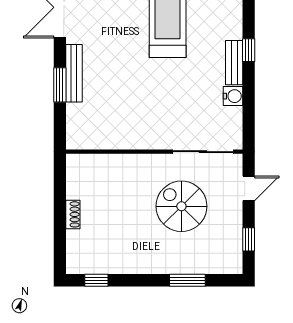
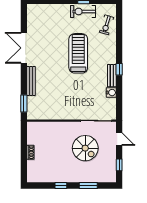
window: (60, 85) -> (24, 104), moved
door: (249, 188) -> (119, 139), hinge flipped
spiral stairs: (181, 206) -> (85, 148), turned 180
window: (96, 280) -> (61, 185), moved

